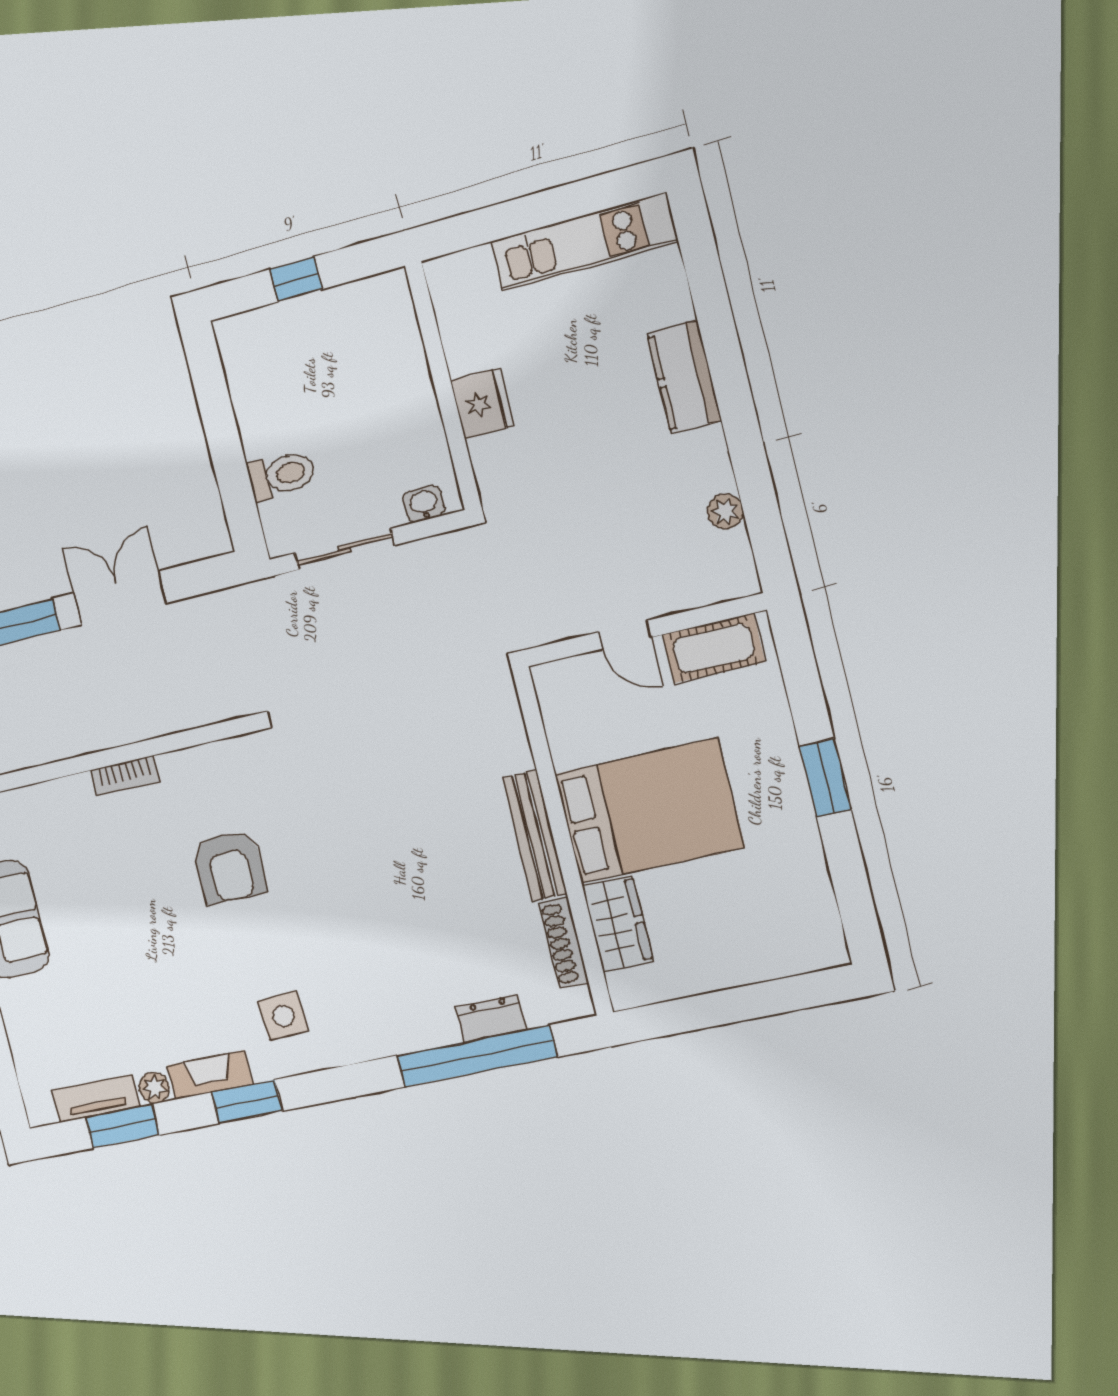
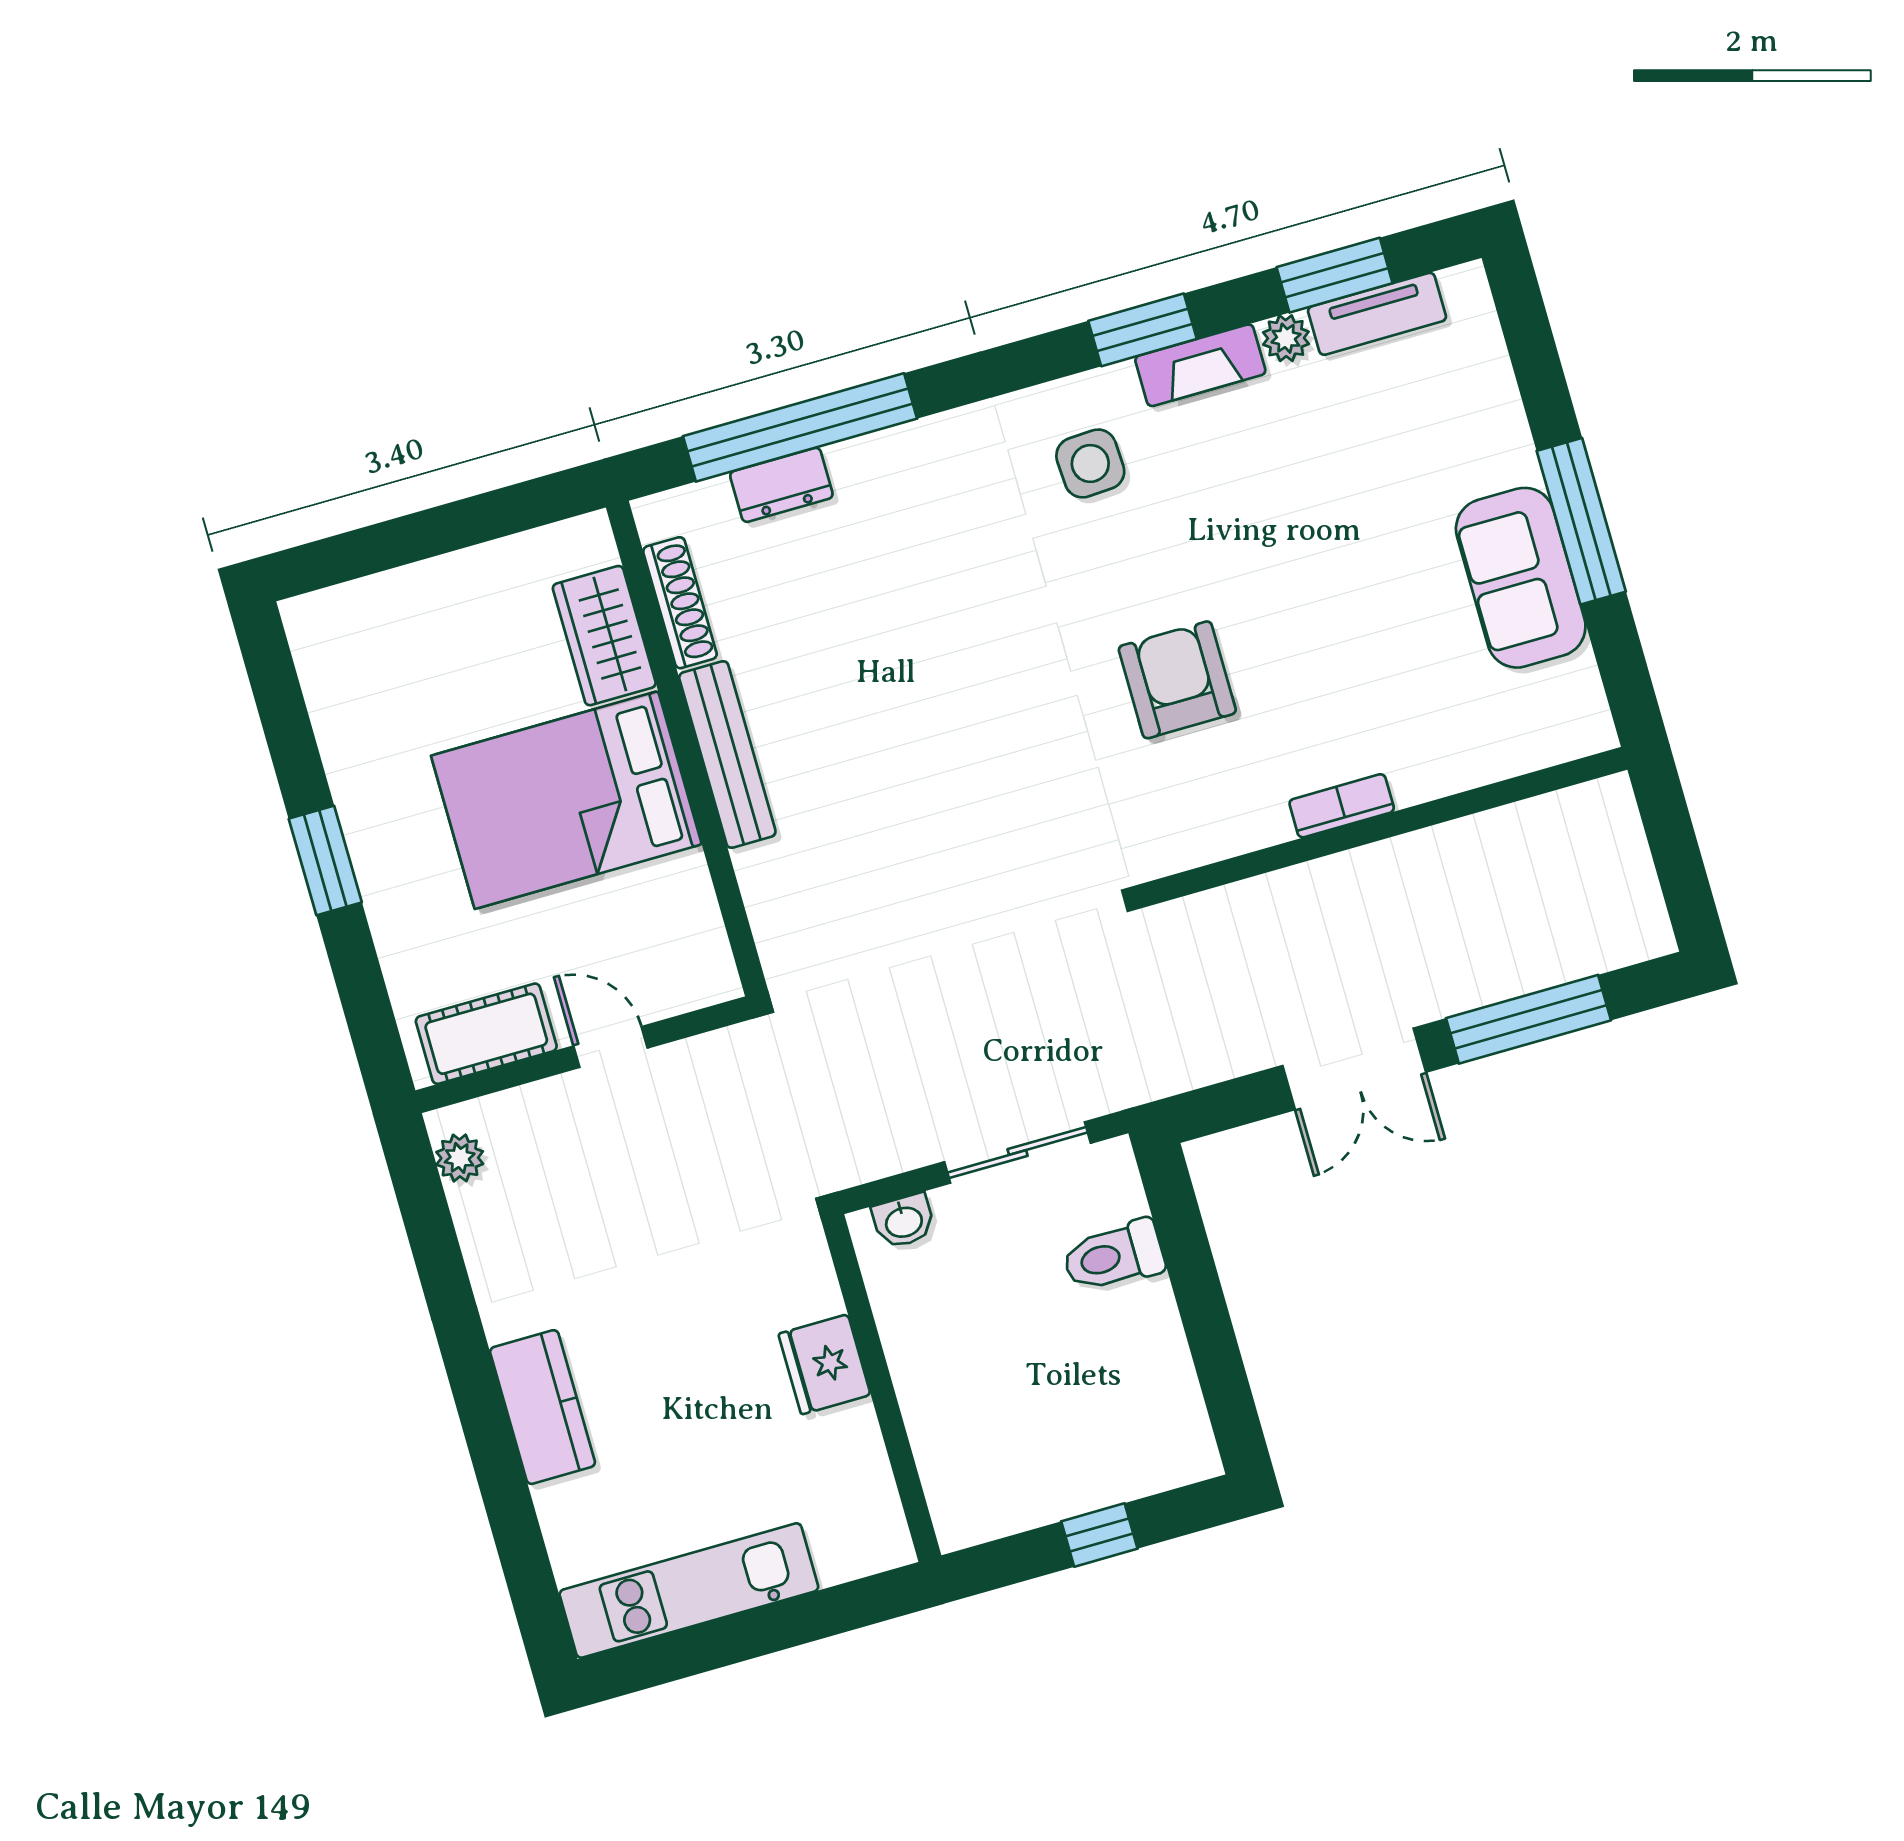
plant: (725, 512) -> (460, 1158), moved

